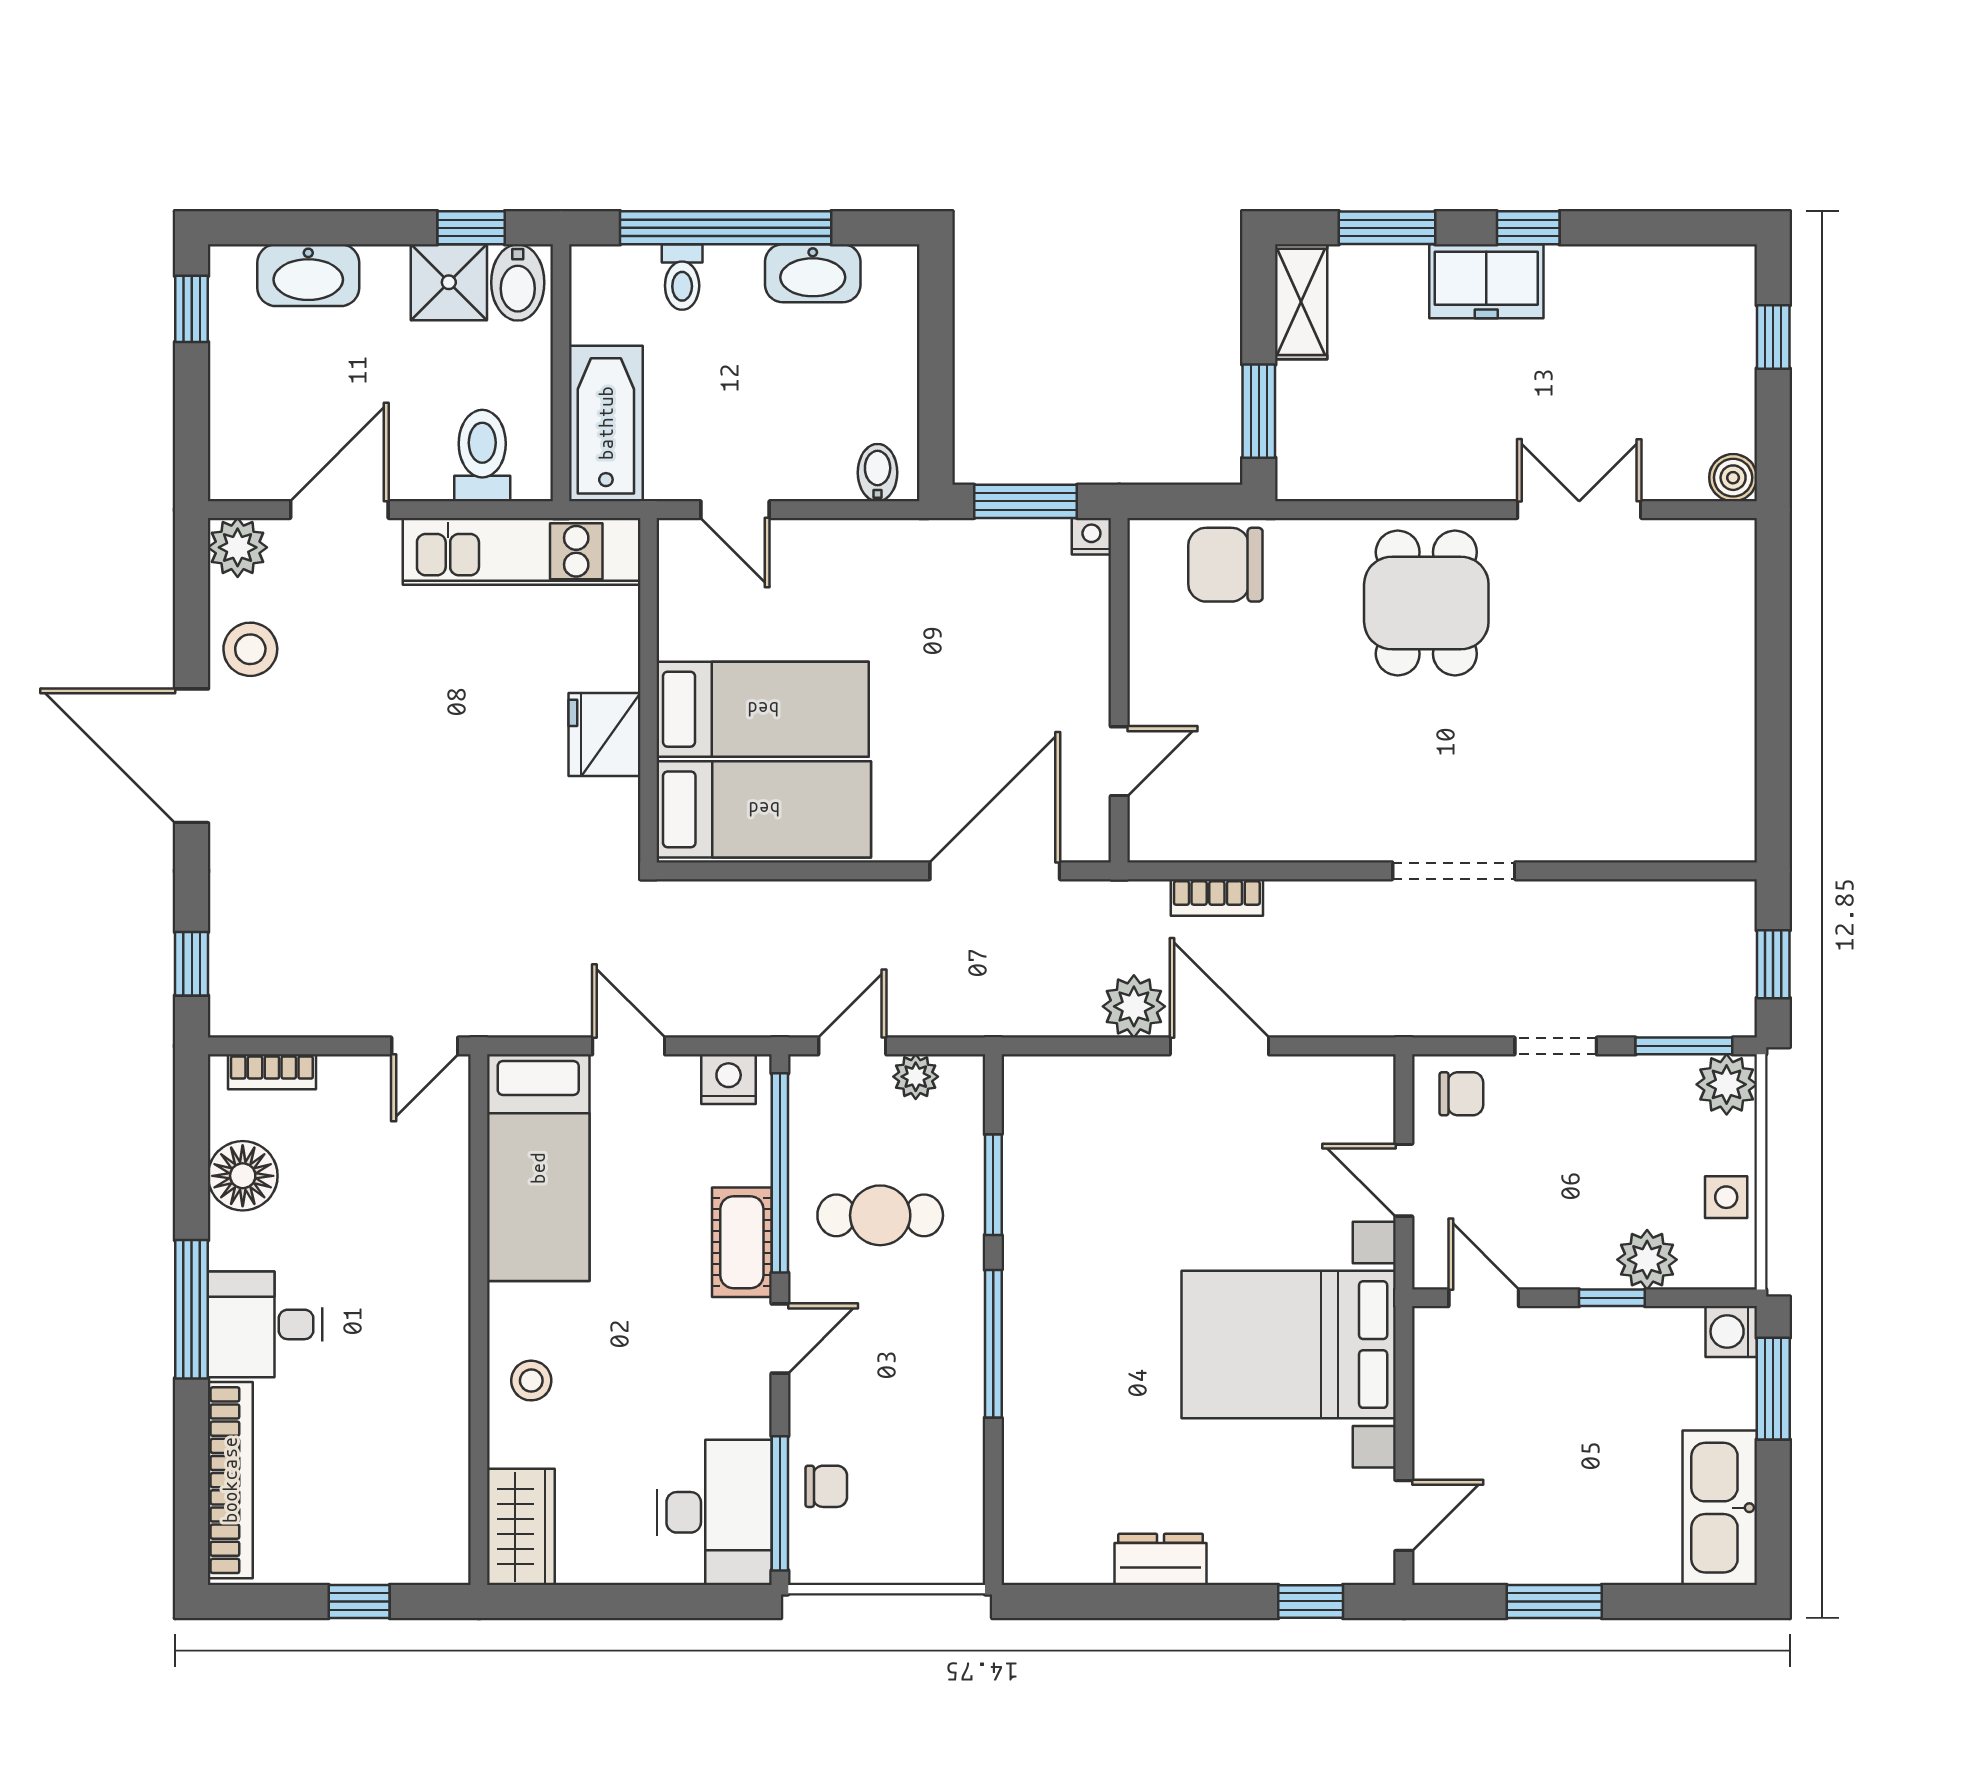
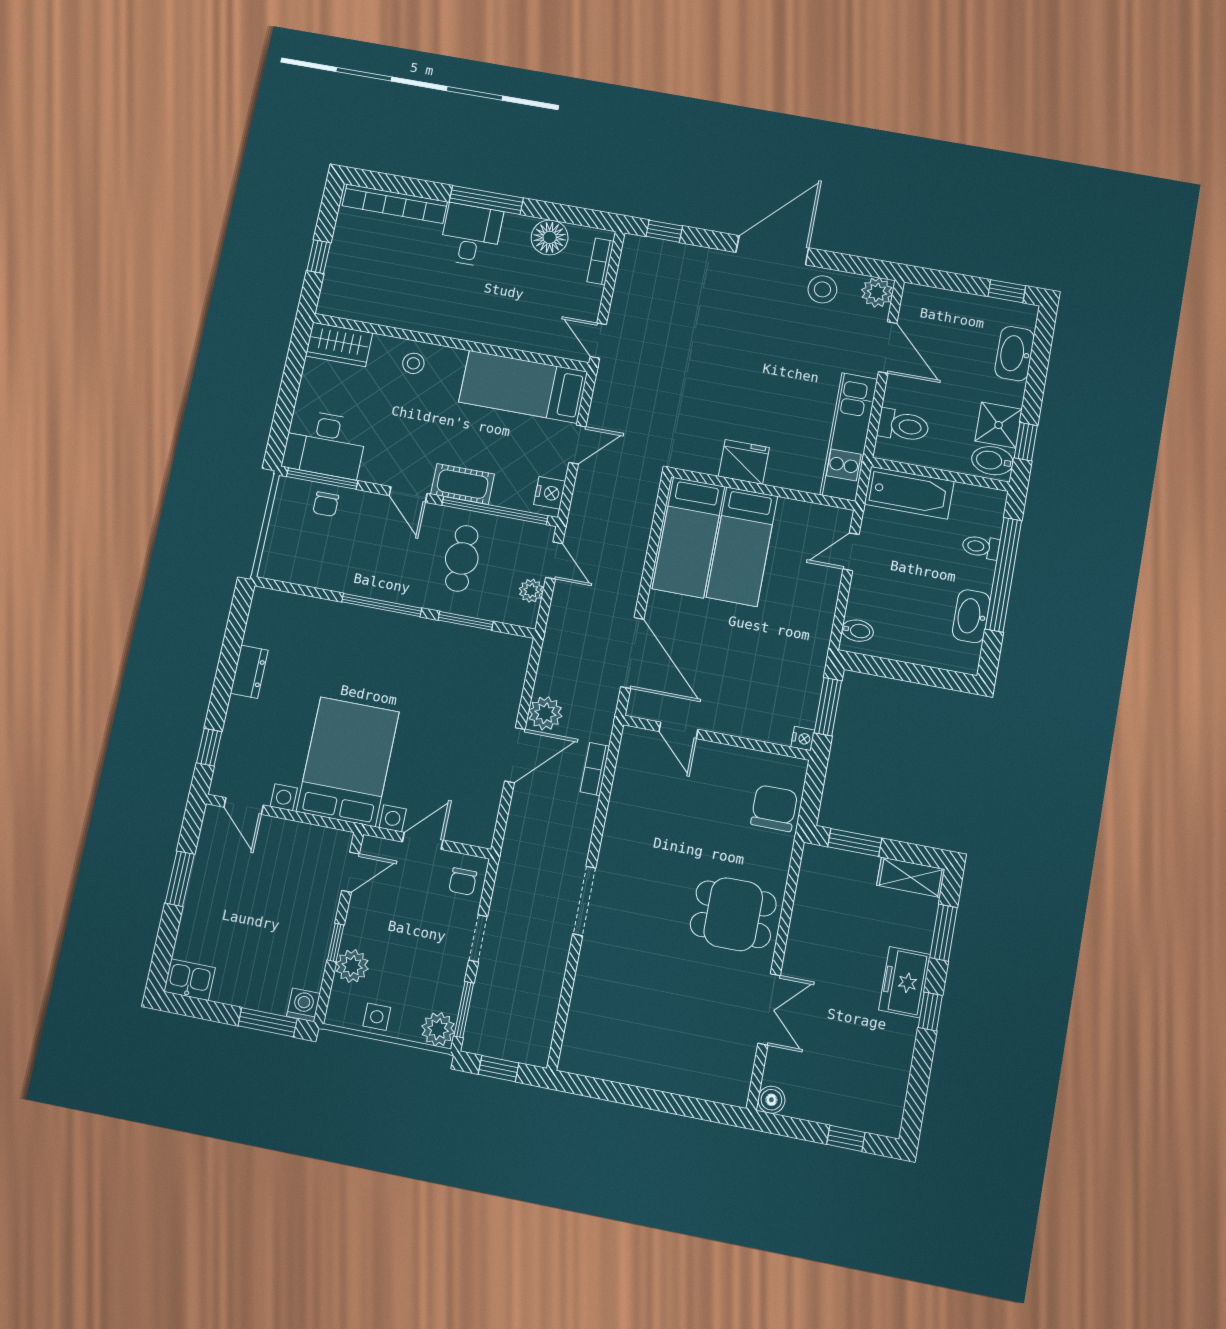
kitchen sink: (1720, 1508) -> (190, 980), width x0.53, depth x0.81

